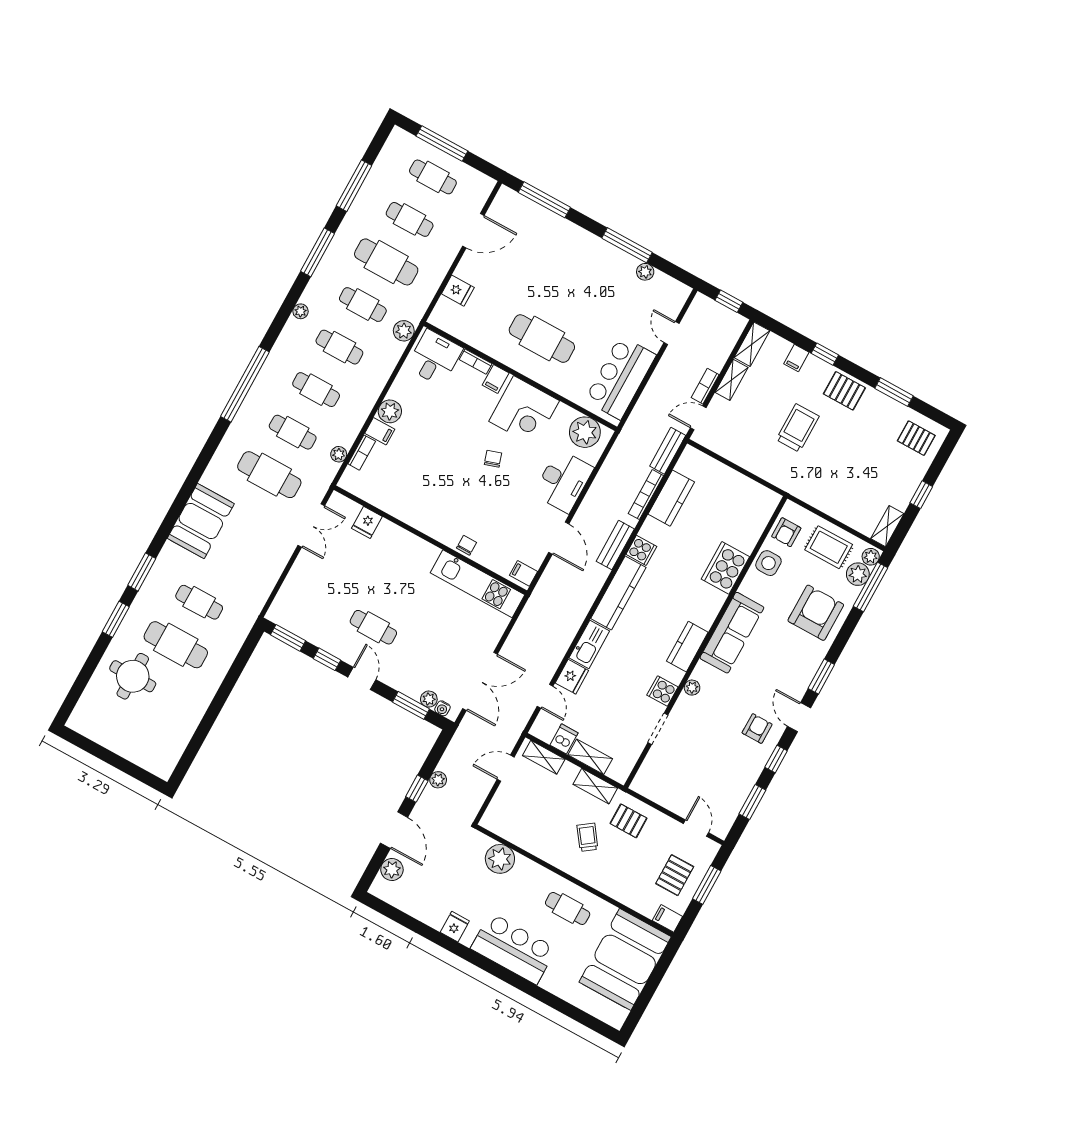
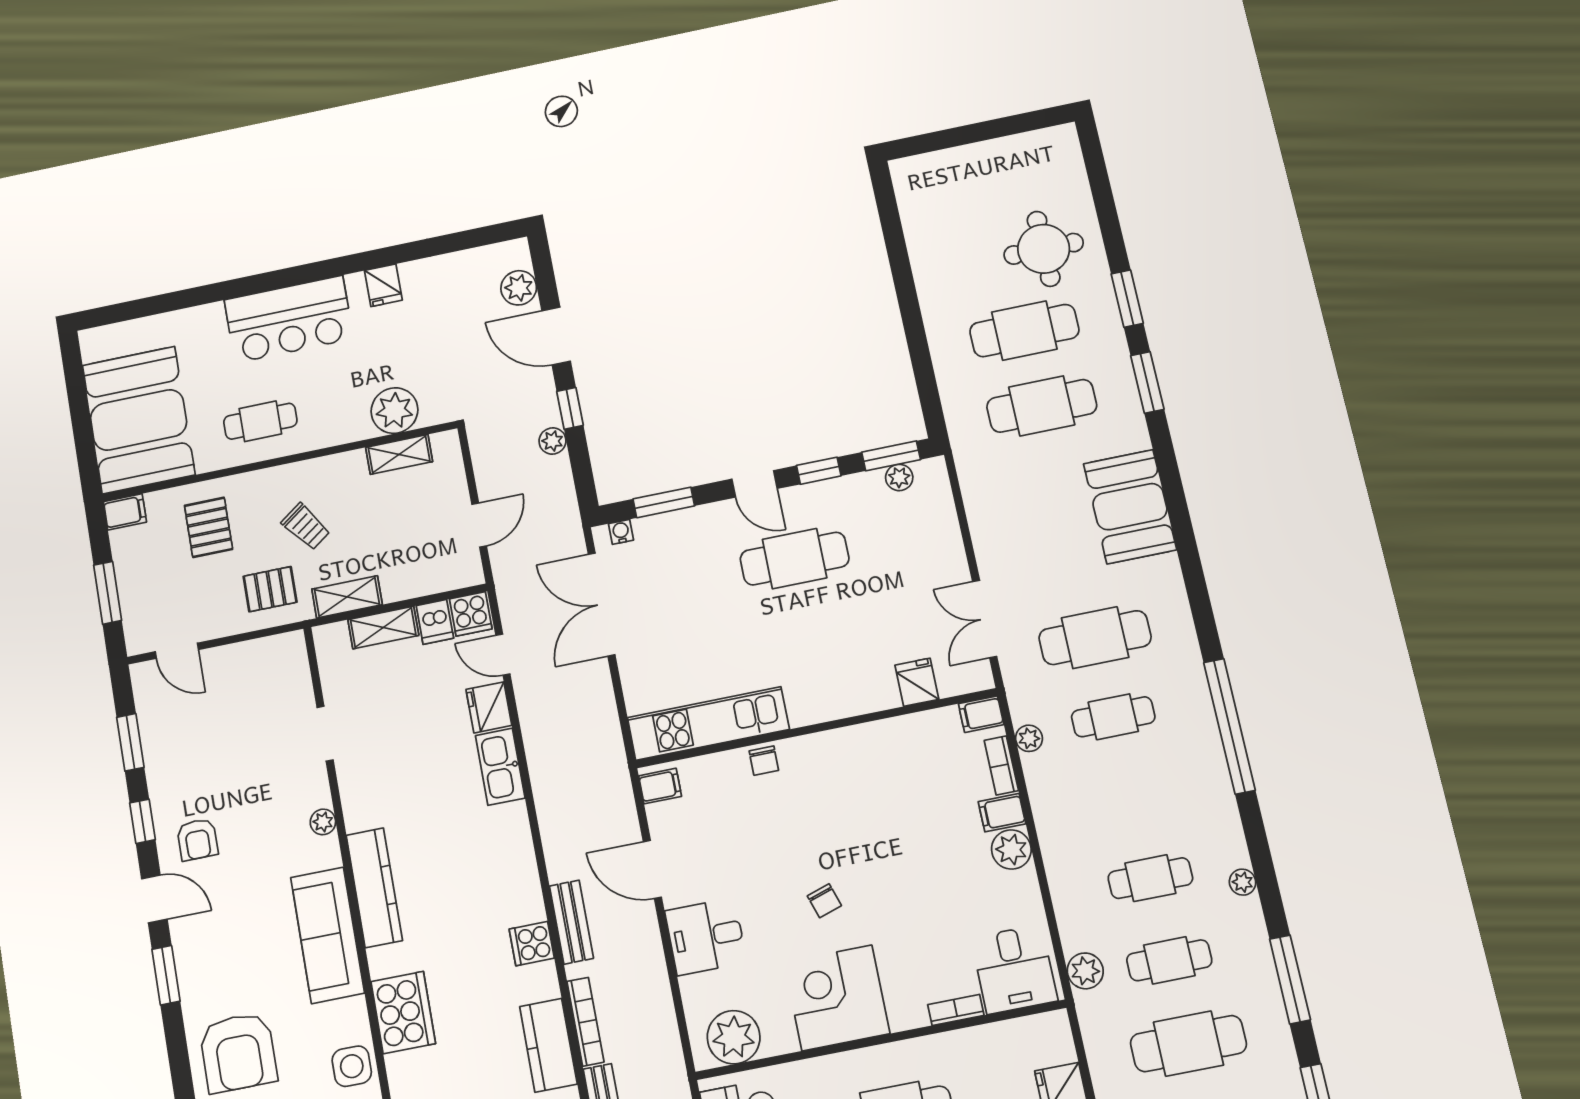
filing cabinet: (496, 379) -> (981, 714), moved, turned -90
cafe table: (316, 390) -> (1132, 797), removed
desk: (563, 481) -> (706, 937), width x0.73
kitchen counter: (618, 593) -> (517, 863), removed
cafe table: (199, 602) -> (1042, 406), width x1.37, depth x1.35
cafe table: (373, 627) -> (795, 559), width x1.37, depth x1.35
kitchen counter: (687, 647) -> (374, 888), width x1.50
cooker: (662, 691) -> (471, 614), moved, turned 90
plant: (429, 699) -> (899, 477), moved
shelving: (544, 757) -> (399, 454), moved
pallet: (675, 875) -> (209, 527), moved

